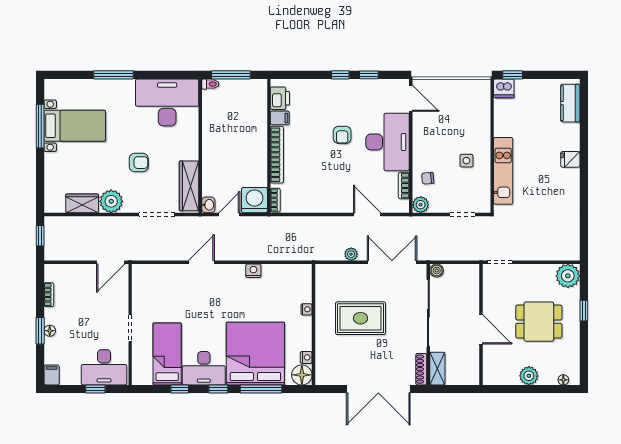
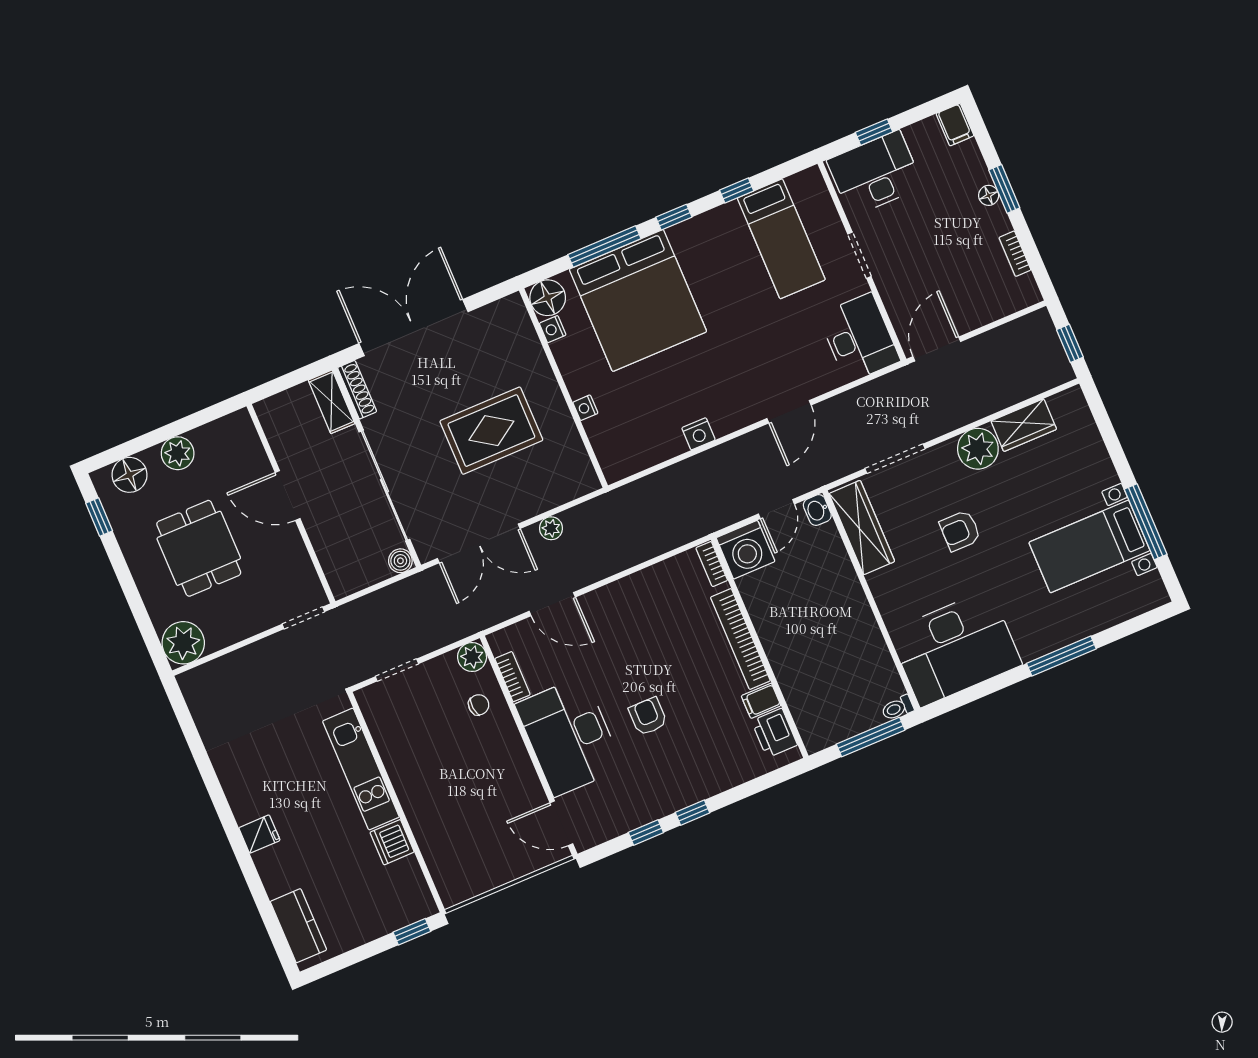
dishwasher: (504, 88) -> (392, 842), moved, turned -90
side table: (466, 161) -> (428, 760), removed
window: (584, 311) -> (99, 517), moved
dining table: (539, 322) -> (199, 548), turned 90
desk: (204, 368) -> (859, 338), moved, turned 90
floor lamp: (563, 380) -> (129, 475), width x1.89, depth x1.89

